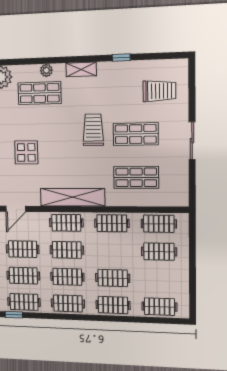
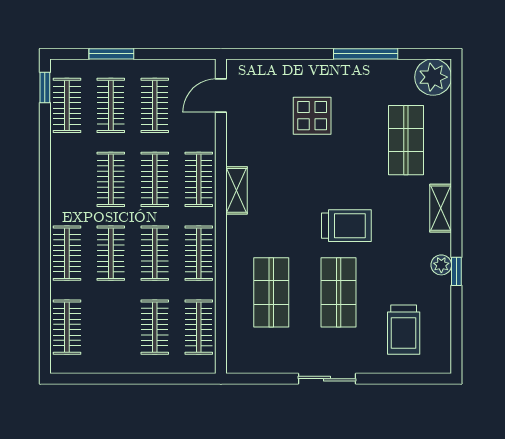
plant: (46, 70) -> (441, 265), moved
shelving: (73, 197) -> (236, 190), width x0.45, depth x0.75
door: (16, 209) -> (221, 96), hinge flipped
clothes rail: (68, 303) -> (155, 253), moved

